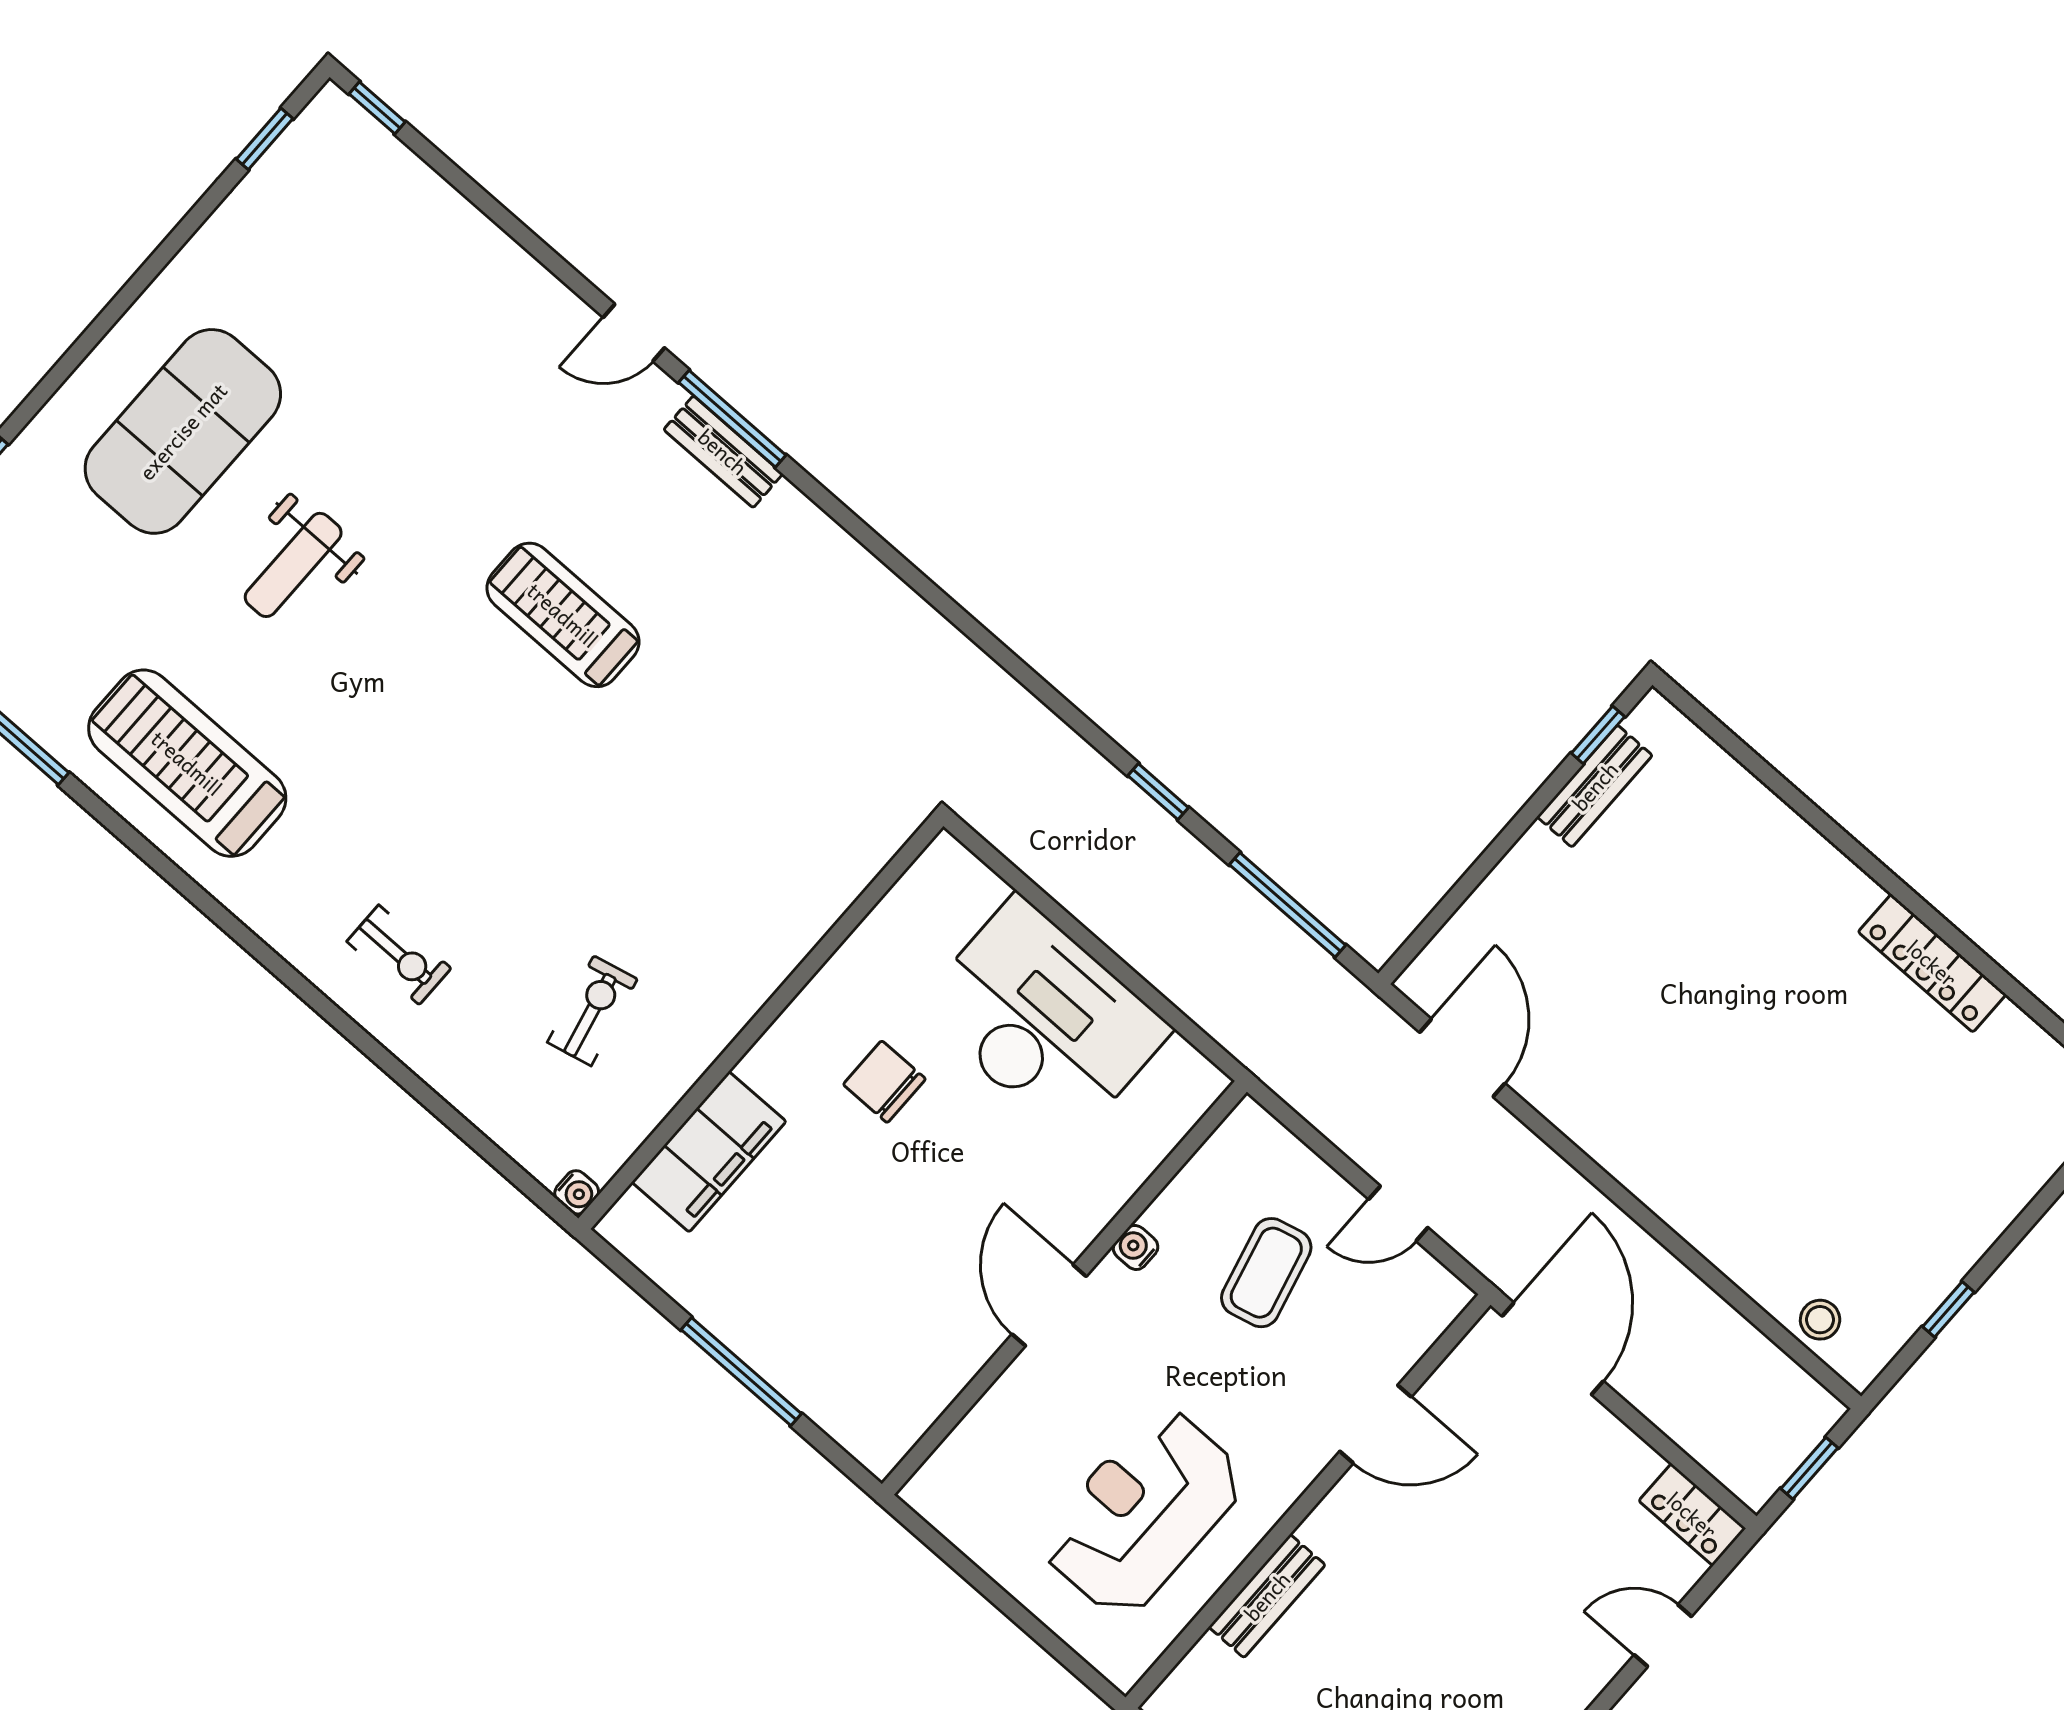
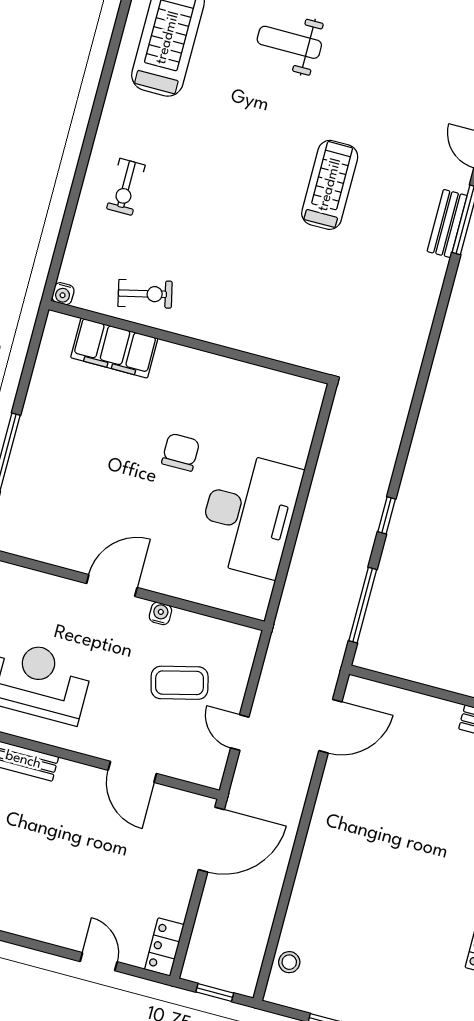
wall: (761, 1022) -> (189, 342), moved
filing cabinet: (709, 1152) -> (114, 348), moved
water cooler: (577, 1192) -> (63, 294), moved

